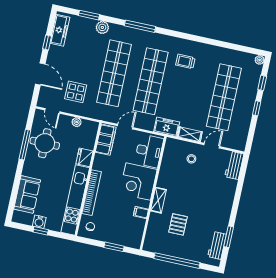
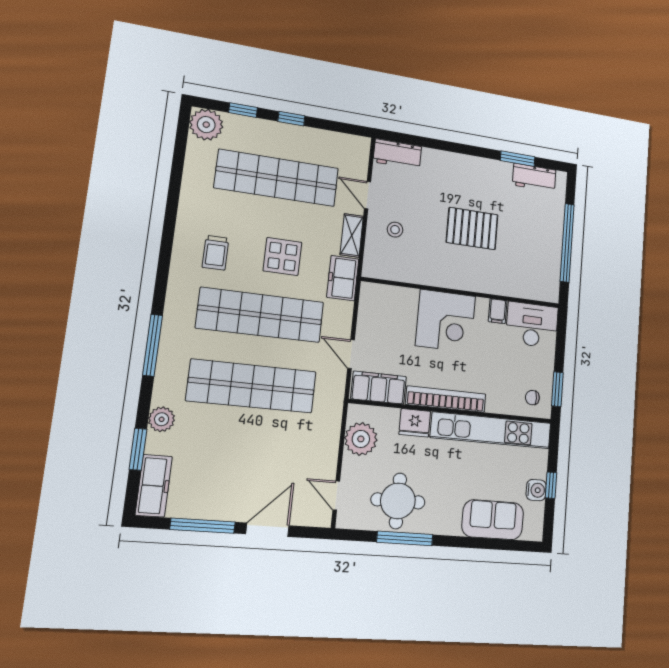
freezer: (60, 30) -> (154, 486), moved, turned 90
window: (47, 43) -> (203, 526), width x2.17
plant: (260, 60) -> (206, 125), width x1.87, depth x1.87
display table: (76, 92) -> (282, 257), moved
door: (52, 111) -> (336, 496), swing flipped
plant: (77, 122) -> (361, 439), width x1.88, depth x1.88
desk: (149, 151) -> (532, 325), moved
bookcase: (92, 193) -> (446, 399), moved
shelving: (158, 200) -> (473, 282), removed
pallet: (178, 224) -> (472, 229), moved, width x1.50, depth x1.42
window: (114, 247) -> (557, 389), moved

